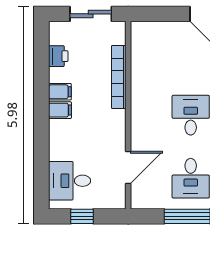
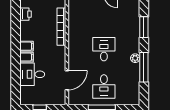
filing cabinet: (60, 92) -> (26, 57), moved
desk: (70, 181) -> (32, 74), moved

